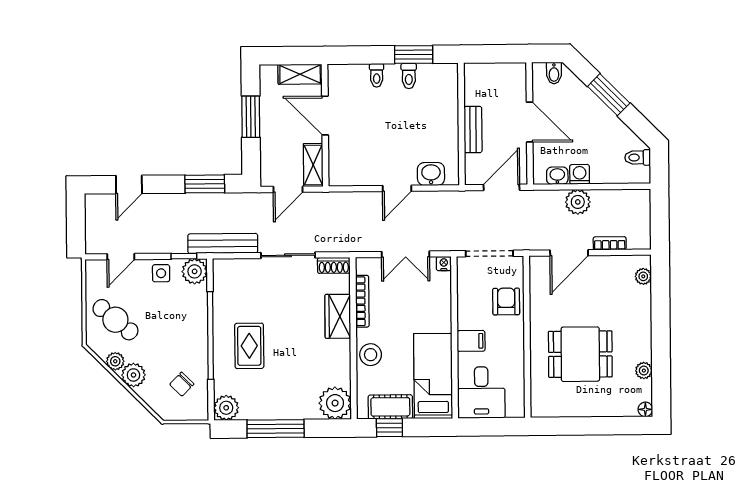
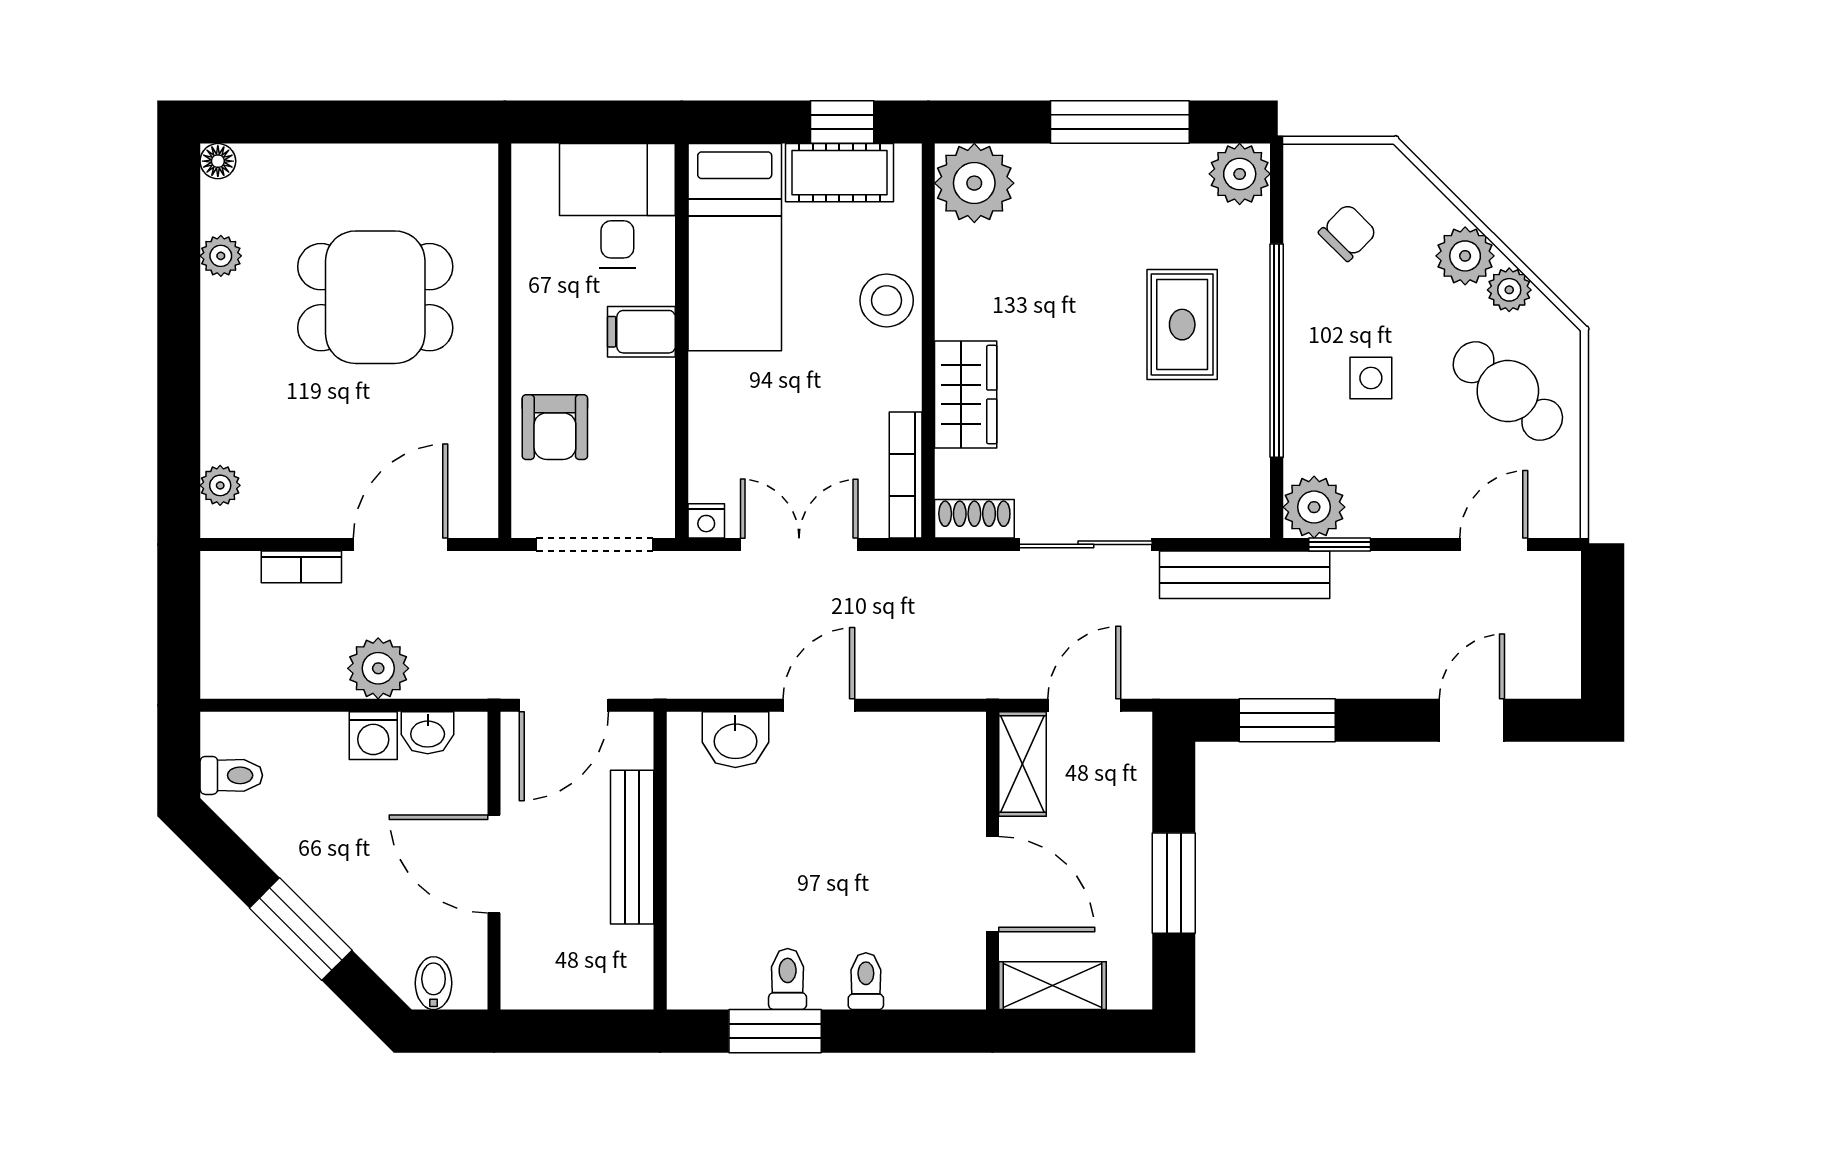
bench: (473, 130) -> (632, 847), width x1.36
side table: (161, 273) -> (1371, 378), moved
bookcase: (362, 301) -> (906, 475), moved

